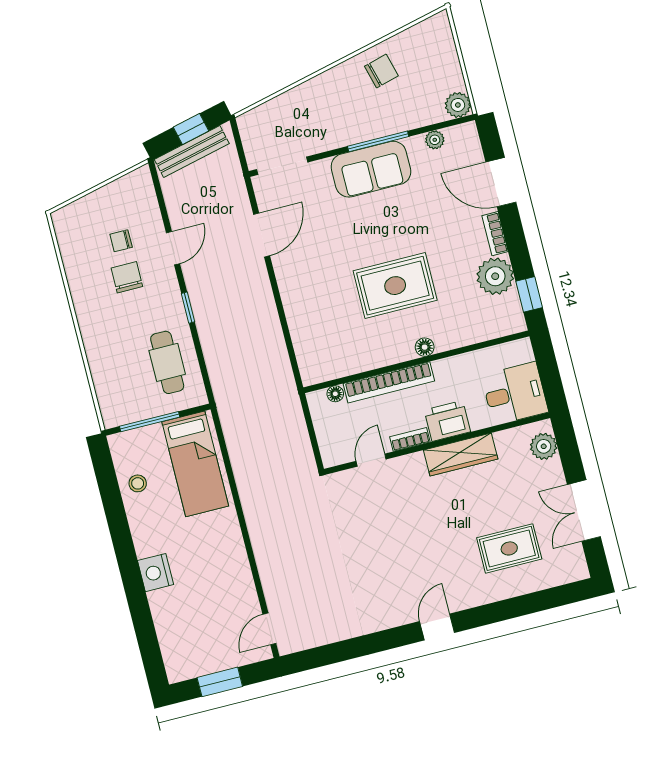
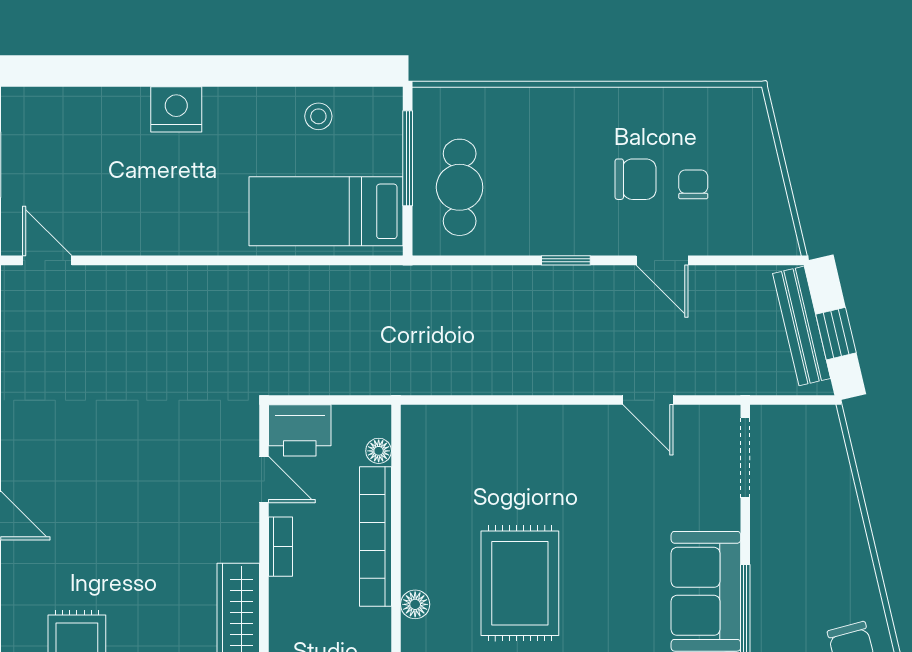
door: (262, 235) -> (648, 400), width x0.73
cafe table: (167, 362) -> (460, 187), moved, turned 90
printer: (447, 421) -> (300, 430), moved, turned 90

